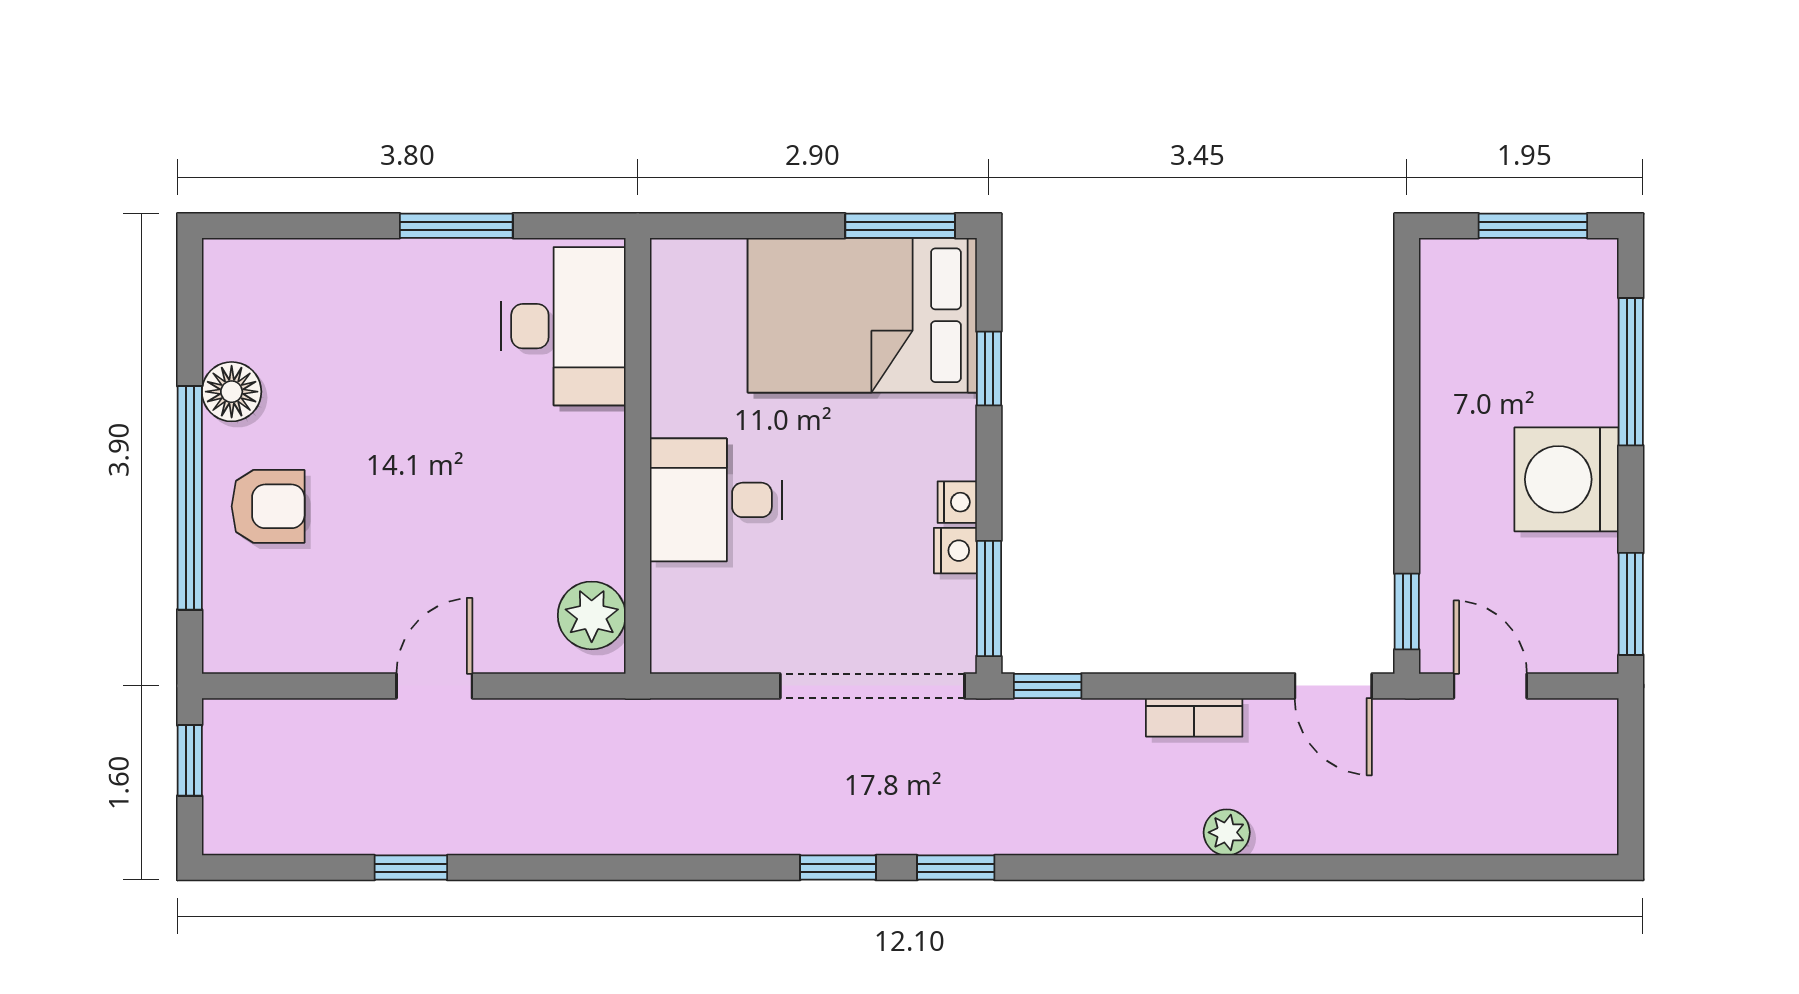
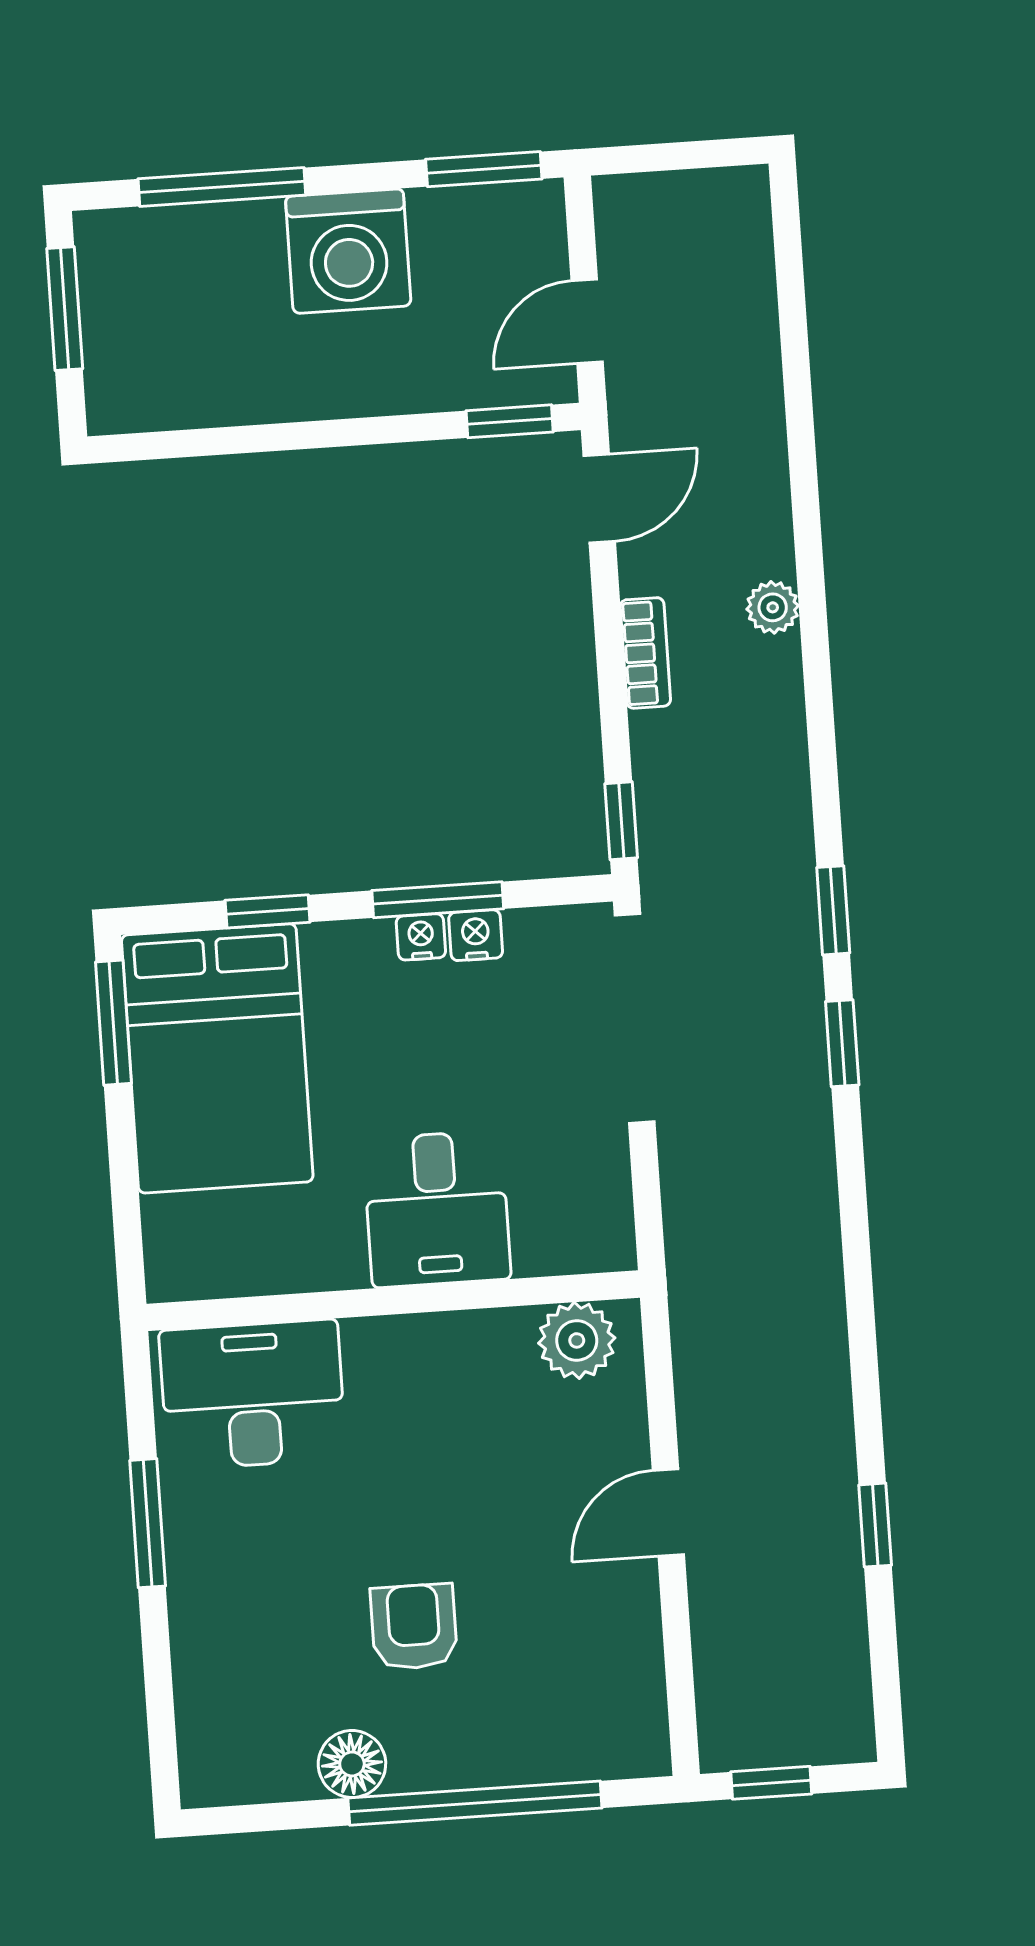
armchair: (268, 506) -> (414, 1627), moved
window: (989, 599) -> (438, 900), moved
door: (434, 686) -> (668, 1513), hinge flipped

